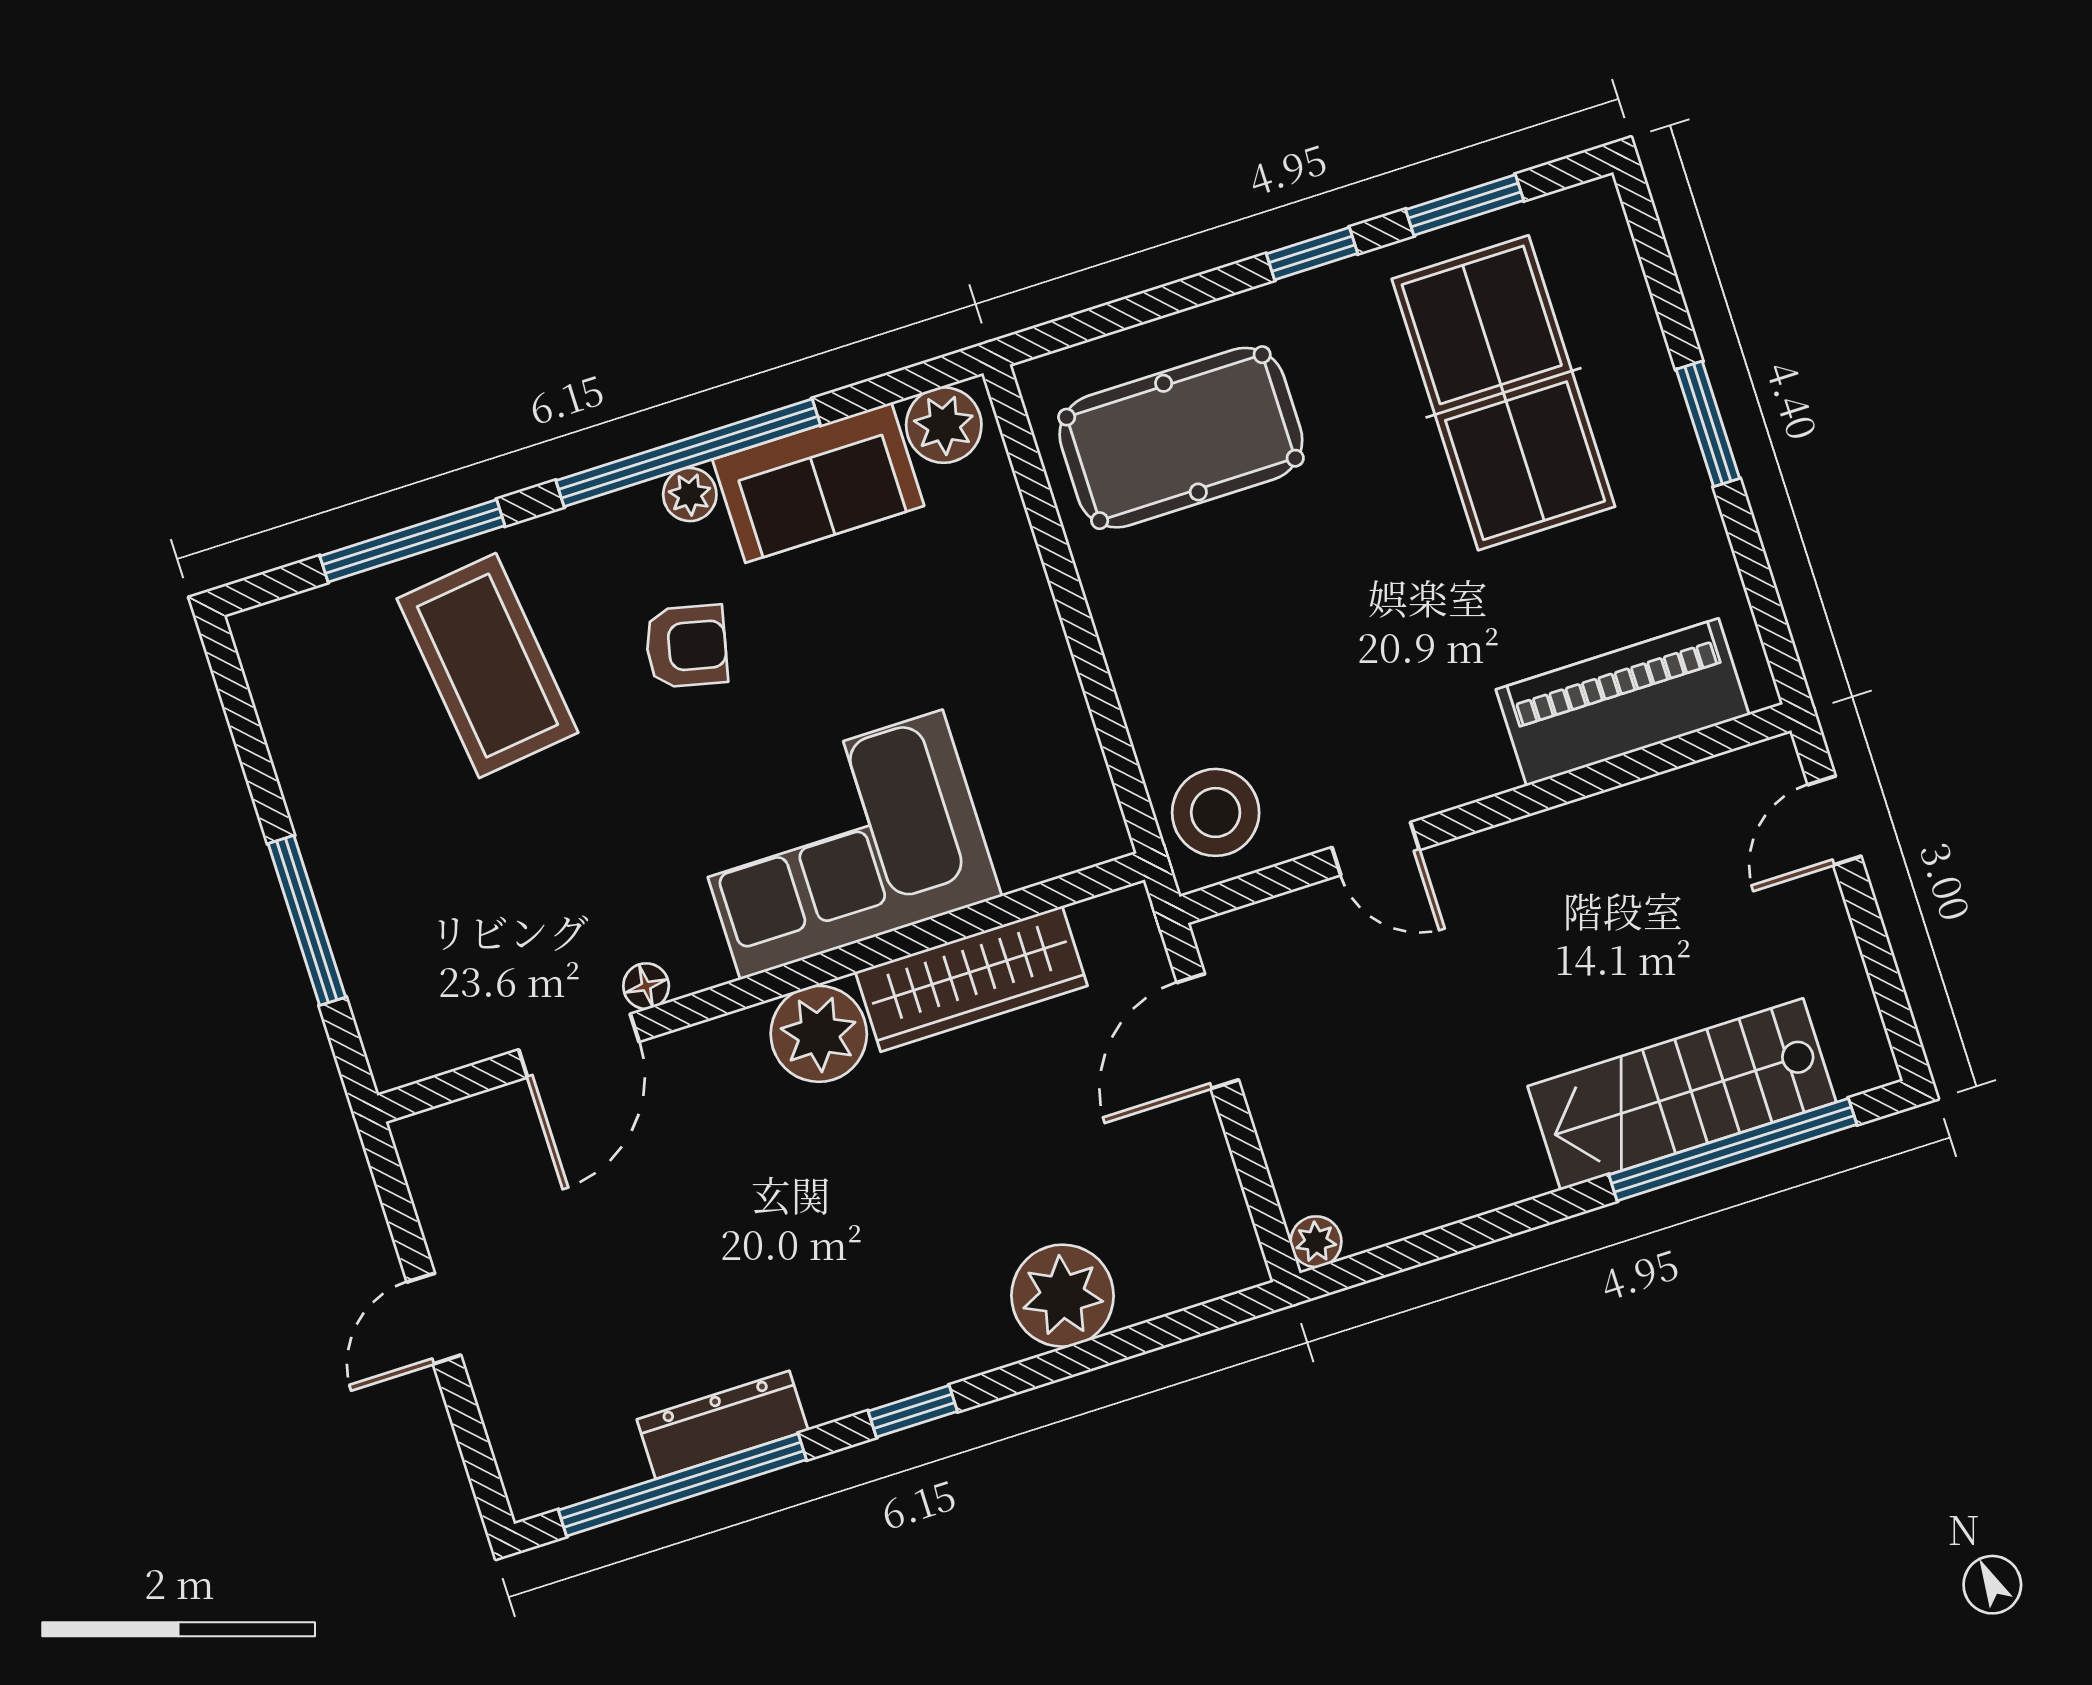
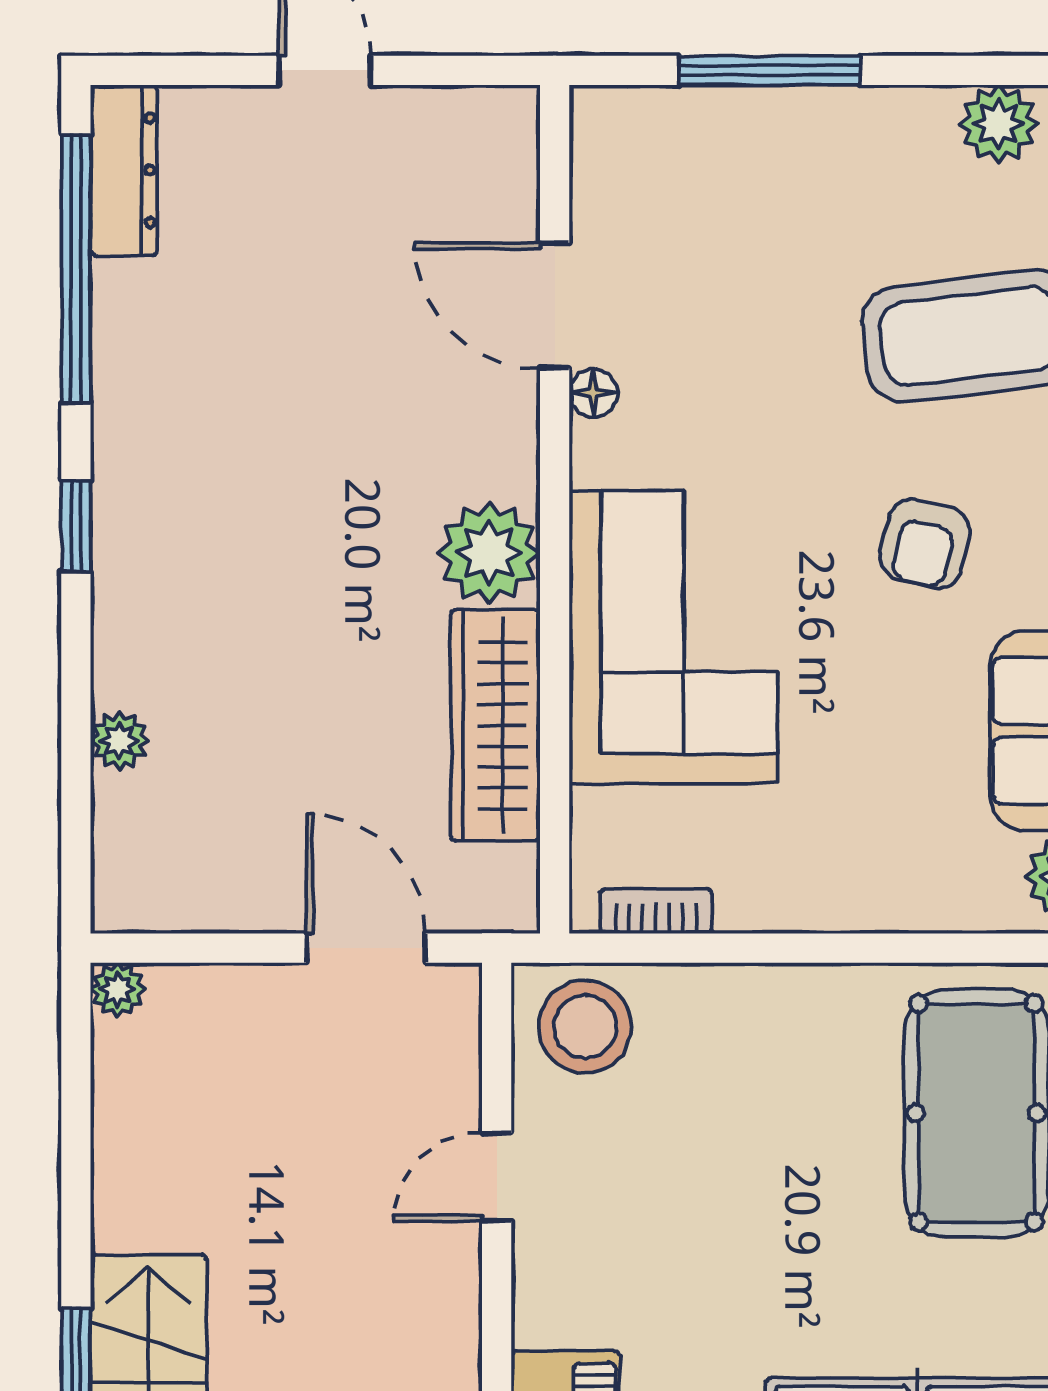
plant: (289, 701) -> (998, 124), added
bookcase: (1092, 782) -> (656, 911), added
plant: (1062, 1296) -> (119, 741), width x0.53, depth x0.53
dresser: (723, 1425) -> (124, 170), moved

